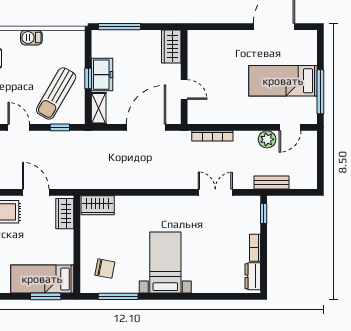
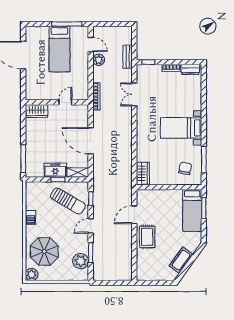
wardrobe: (171, 47) -> (37, 111), moved
wall: (184, 77) -> (57, 102), moved
door: (184, 90) -> (65, 102), moved
wardrobe: (65, 214) -> (148, 195), removed

